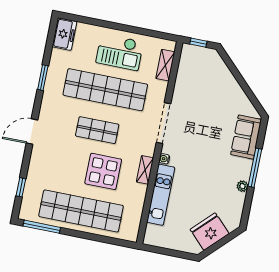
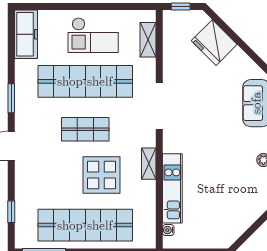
freezer: (64, 34) -> (26, 34), width x1.40
window: (43, 78) -> (11, 98), moved
water cooler: (164, 159) -> (168, 230), moved
fridge: (210, 232) -> (214, 43), moved, turned -90

